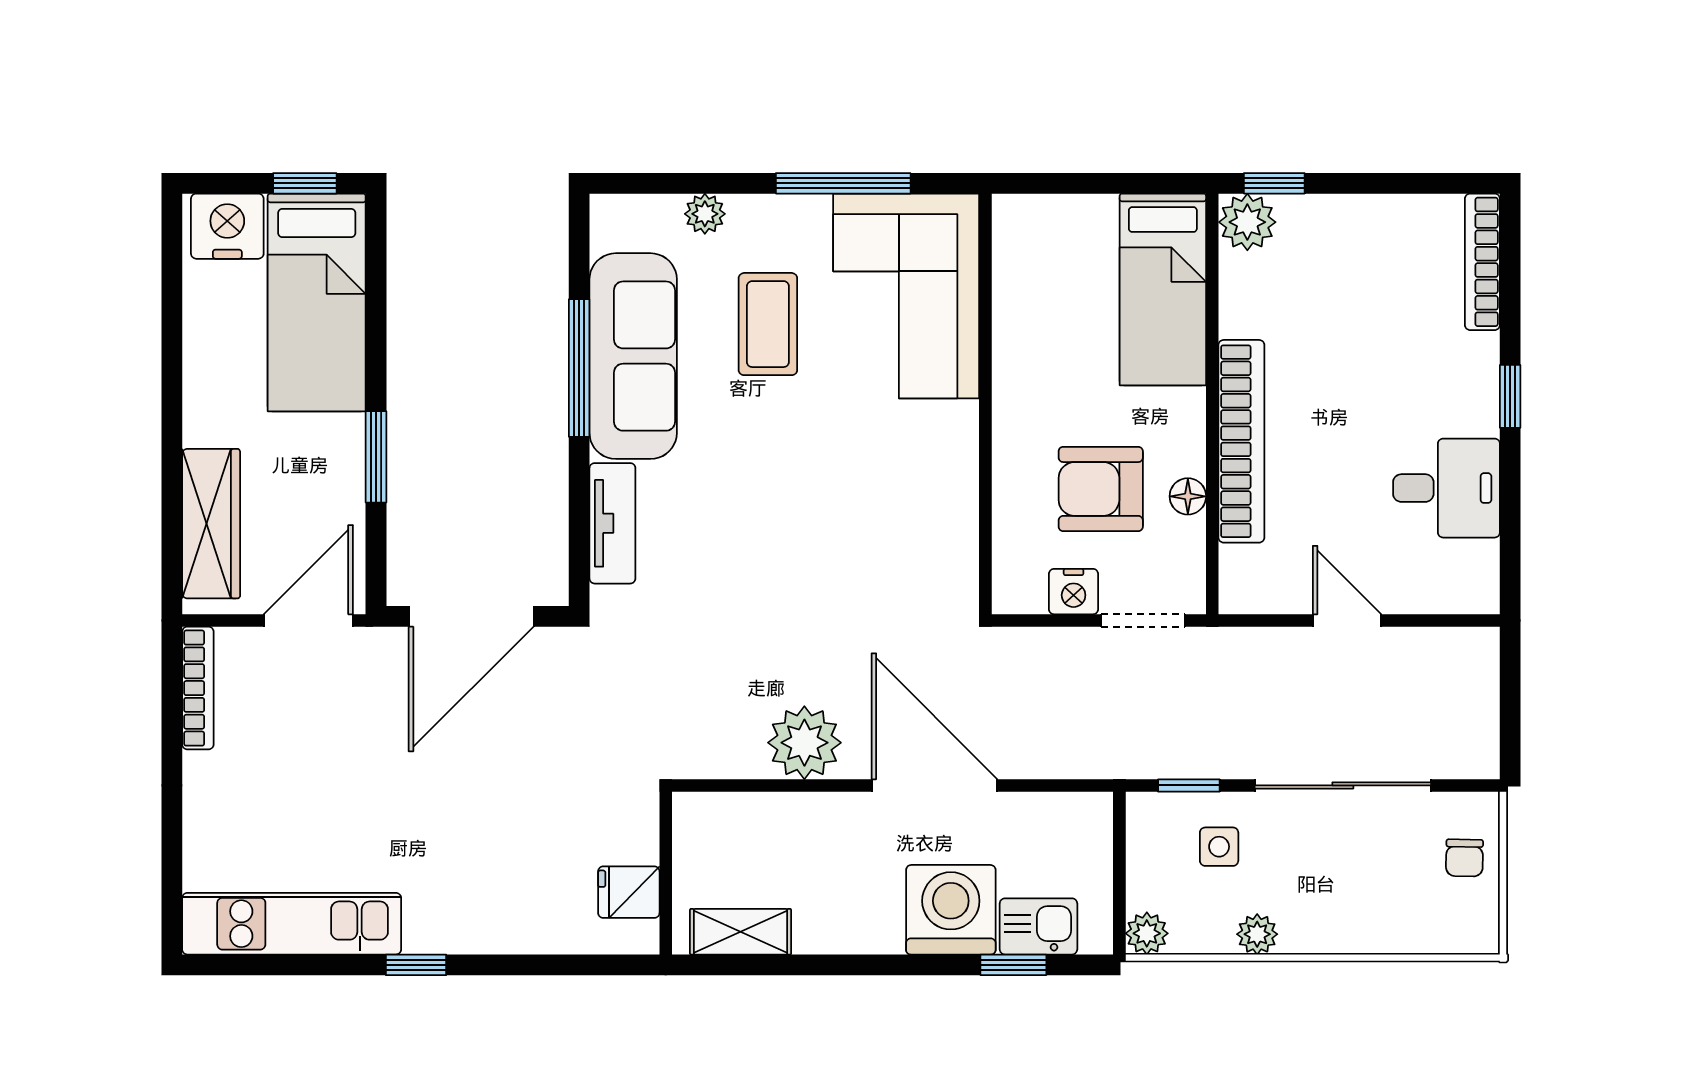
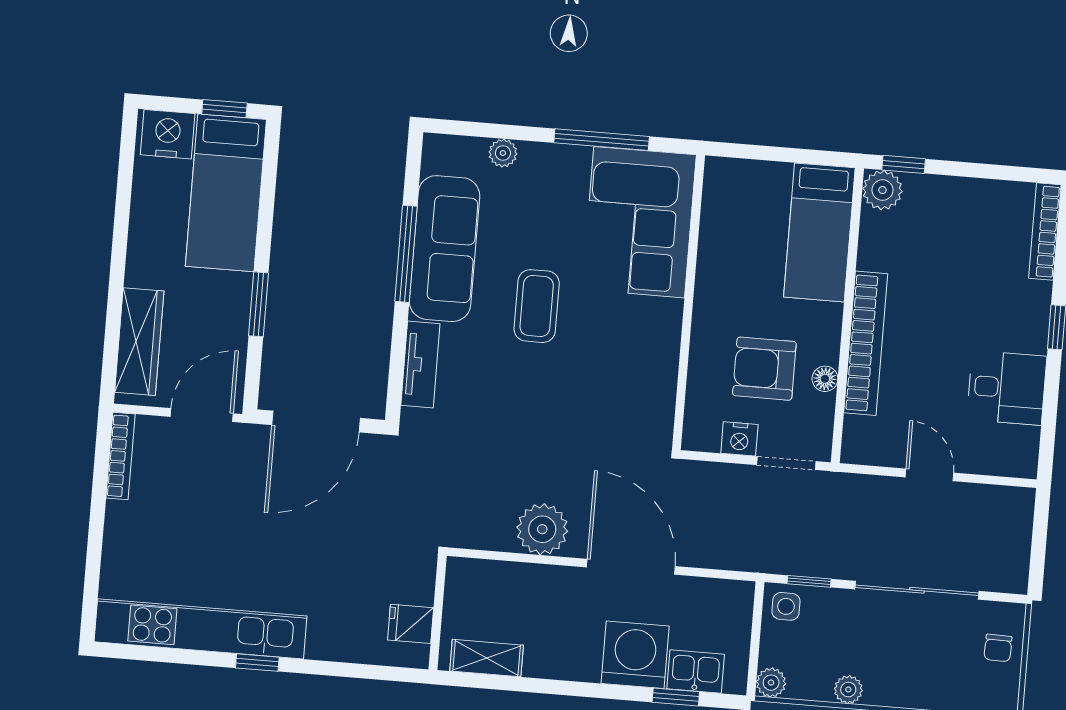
coffee table: (768, 324) -> (537, 306), moved
side table: (1219, 847) -> (786, 606), moved
kitchen unit: (292, 924) -> (200, 629), width x1.36

